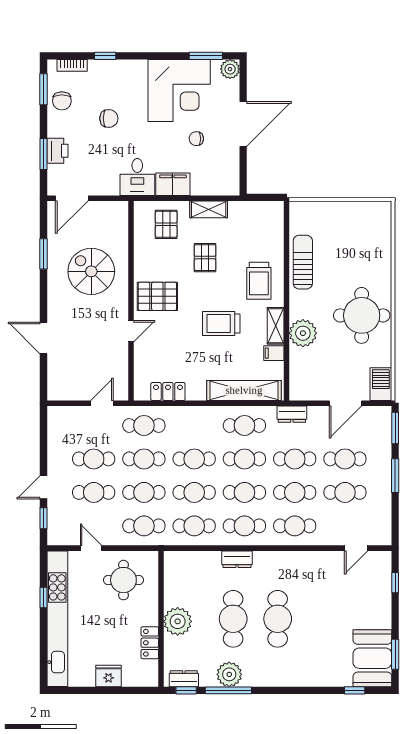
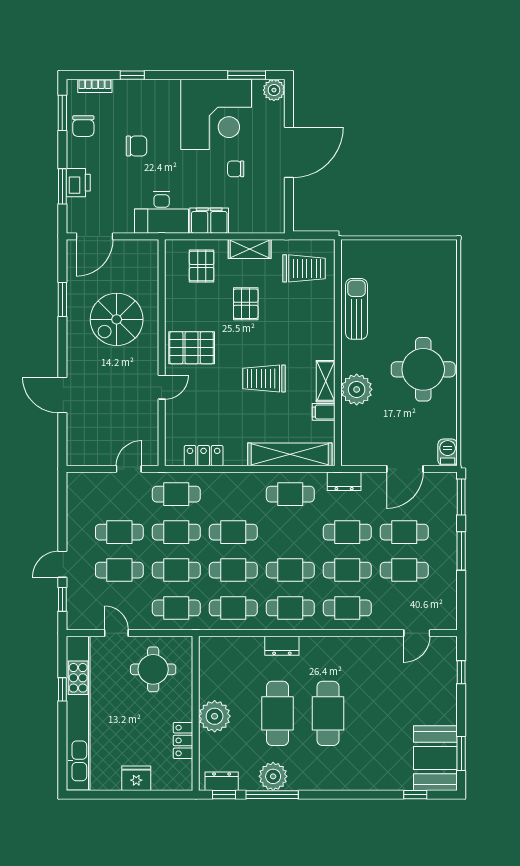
desk: (137, 177) -> (162, 212), width x1.37
spiral stairs: (91, 271) -> (117, 319), turned -90
trolley: (259, 281) -> (304, 268), moved, turned -90
barbecue: (381, 384) -> (448, 452), width x0.73, depth x0.79
cafe table: (244, 459) -> (290, 532), removed

